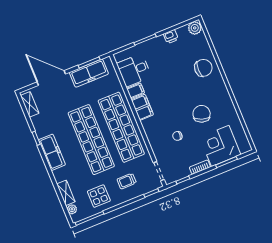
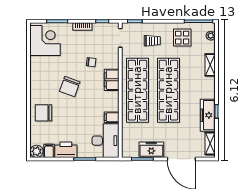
filing cabinet: (183, 33) -> (49, 151), added
printer: (171, 37) -> (66, 150), width x1.87, depth x1.48
desk: (134, 70) -> (105, 141), width x1.37
freezer: (89, 73) -> (151, 150), width x0.71
filing cabinet: (142, 107) -> (112, 80), moved
chair: (202, 114) -> (70, 87), moved
corner desk: (220, 146) -> (45, 41), moved, turned -90
freezer: (52, 152) -> (208, 115), moved
shelving: (66, 193) -> (210, 65), moved

